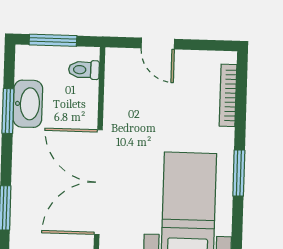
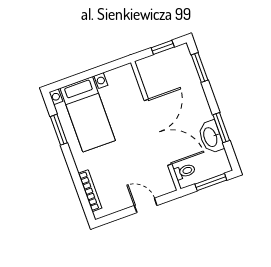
window: (239, 173) -> (59, 130), moved
double door: (98, 182) -> (158, 132), moved

